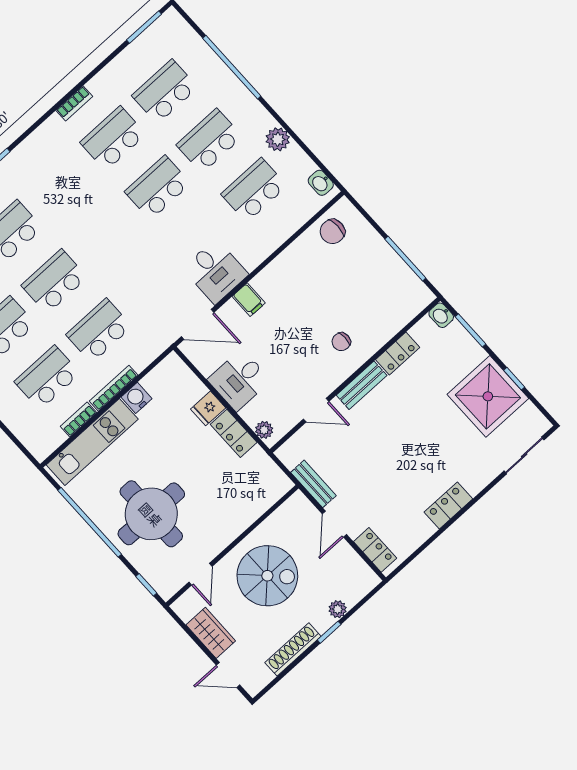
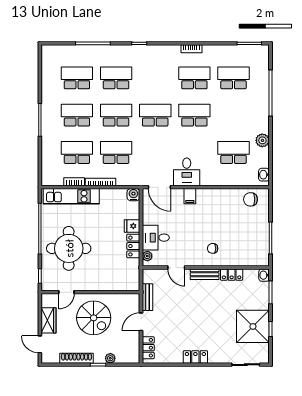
school desk: (209, 141) -> (155, 115), moved
desk: (239, 380) -> (156, 238), moved
water cooler: (137, 398) -> (133, 195), moved

